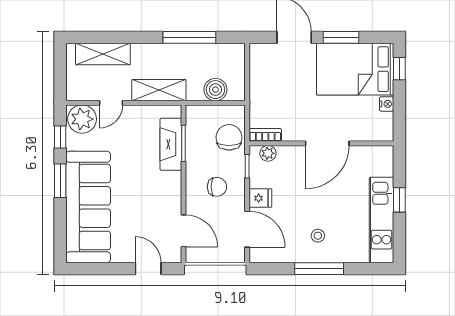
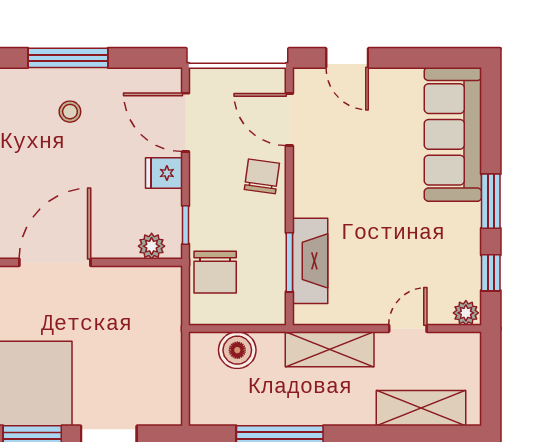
plant: (82, 119) -> (466, 313), width x0.53, depth x0.53
bookcase: (265, 135) -> (156, 276), removed
chair: (217, 187) -> (262, 176), moved, turned 98
sofa: (88, 207) -> (453, 134), width x0.74, depth x0.79

